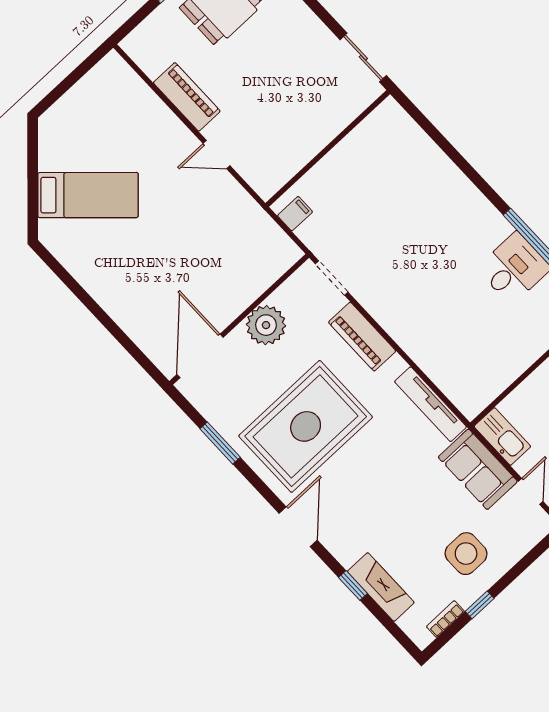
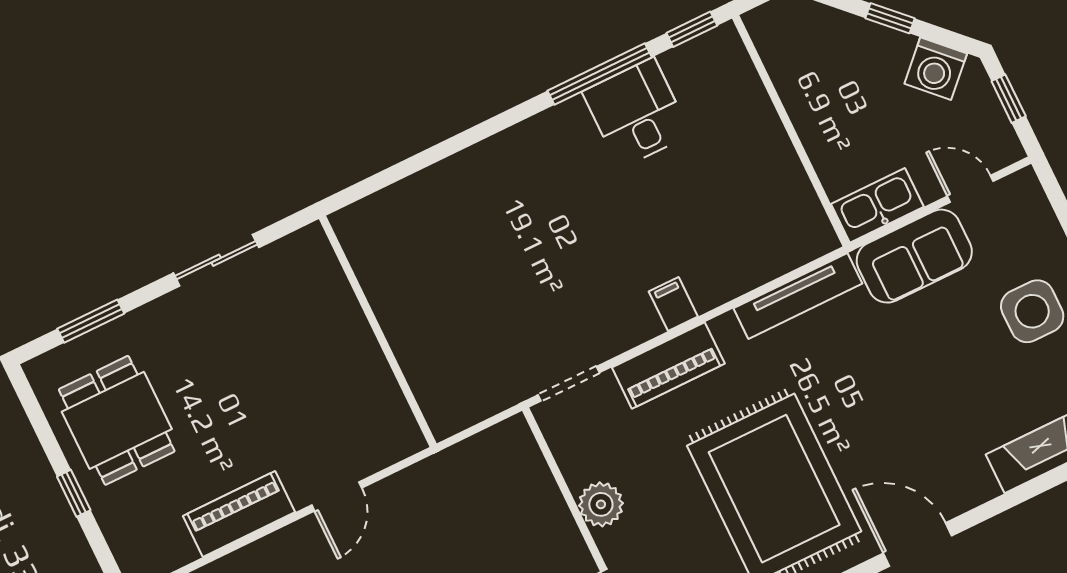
sliding door: (363, 58) -> (216, 260), moved
filing cabinet: (295, 214) -> (673, 304), moved
plant: (266, 325) -> (601, 504), width x0.73, depth x0.73
window: (353, 585) -> (1028, 491), removed

